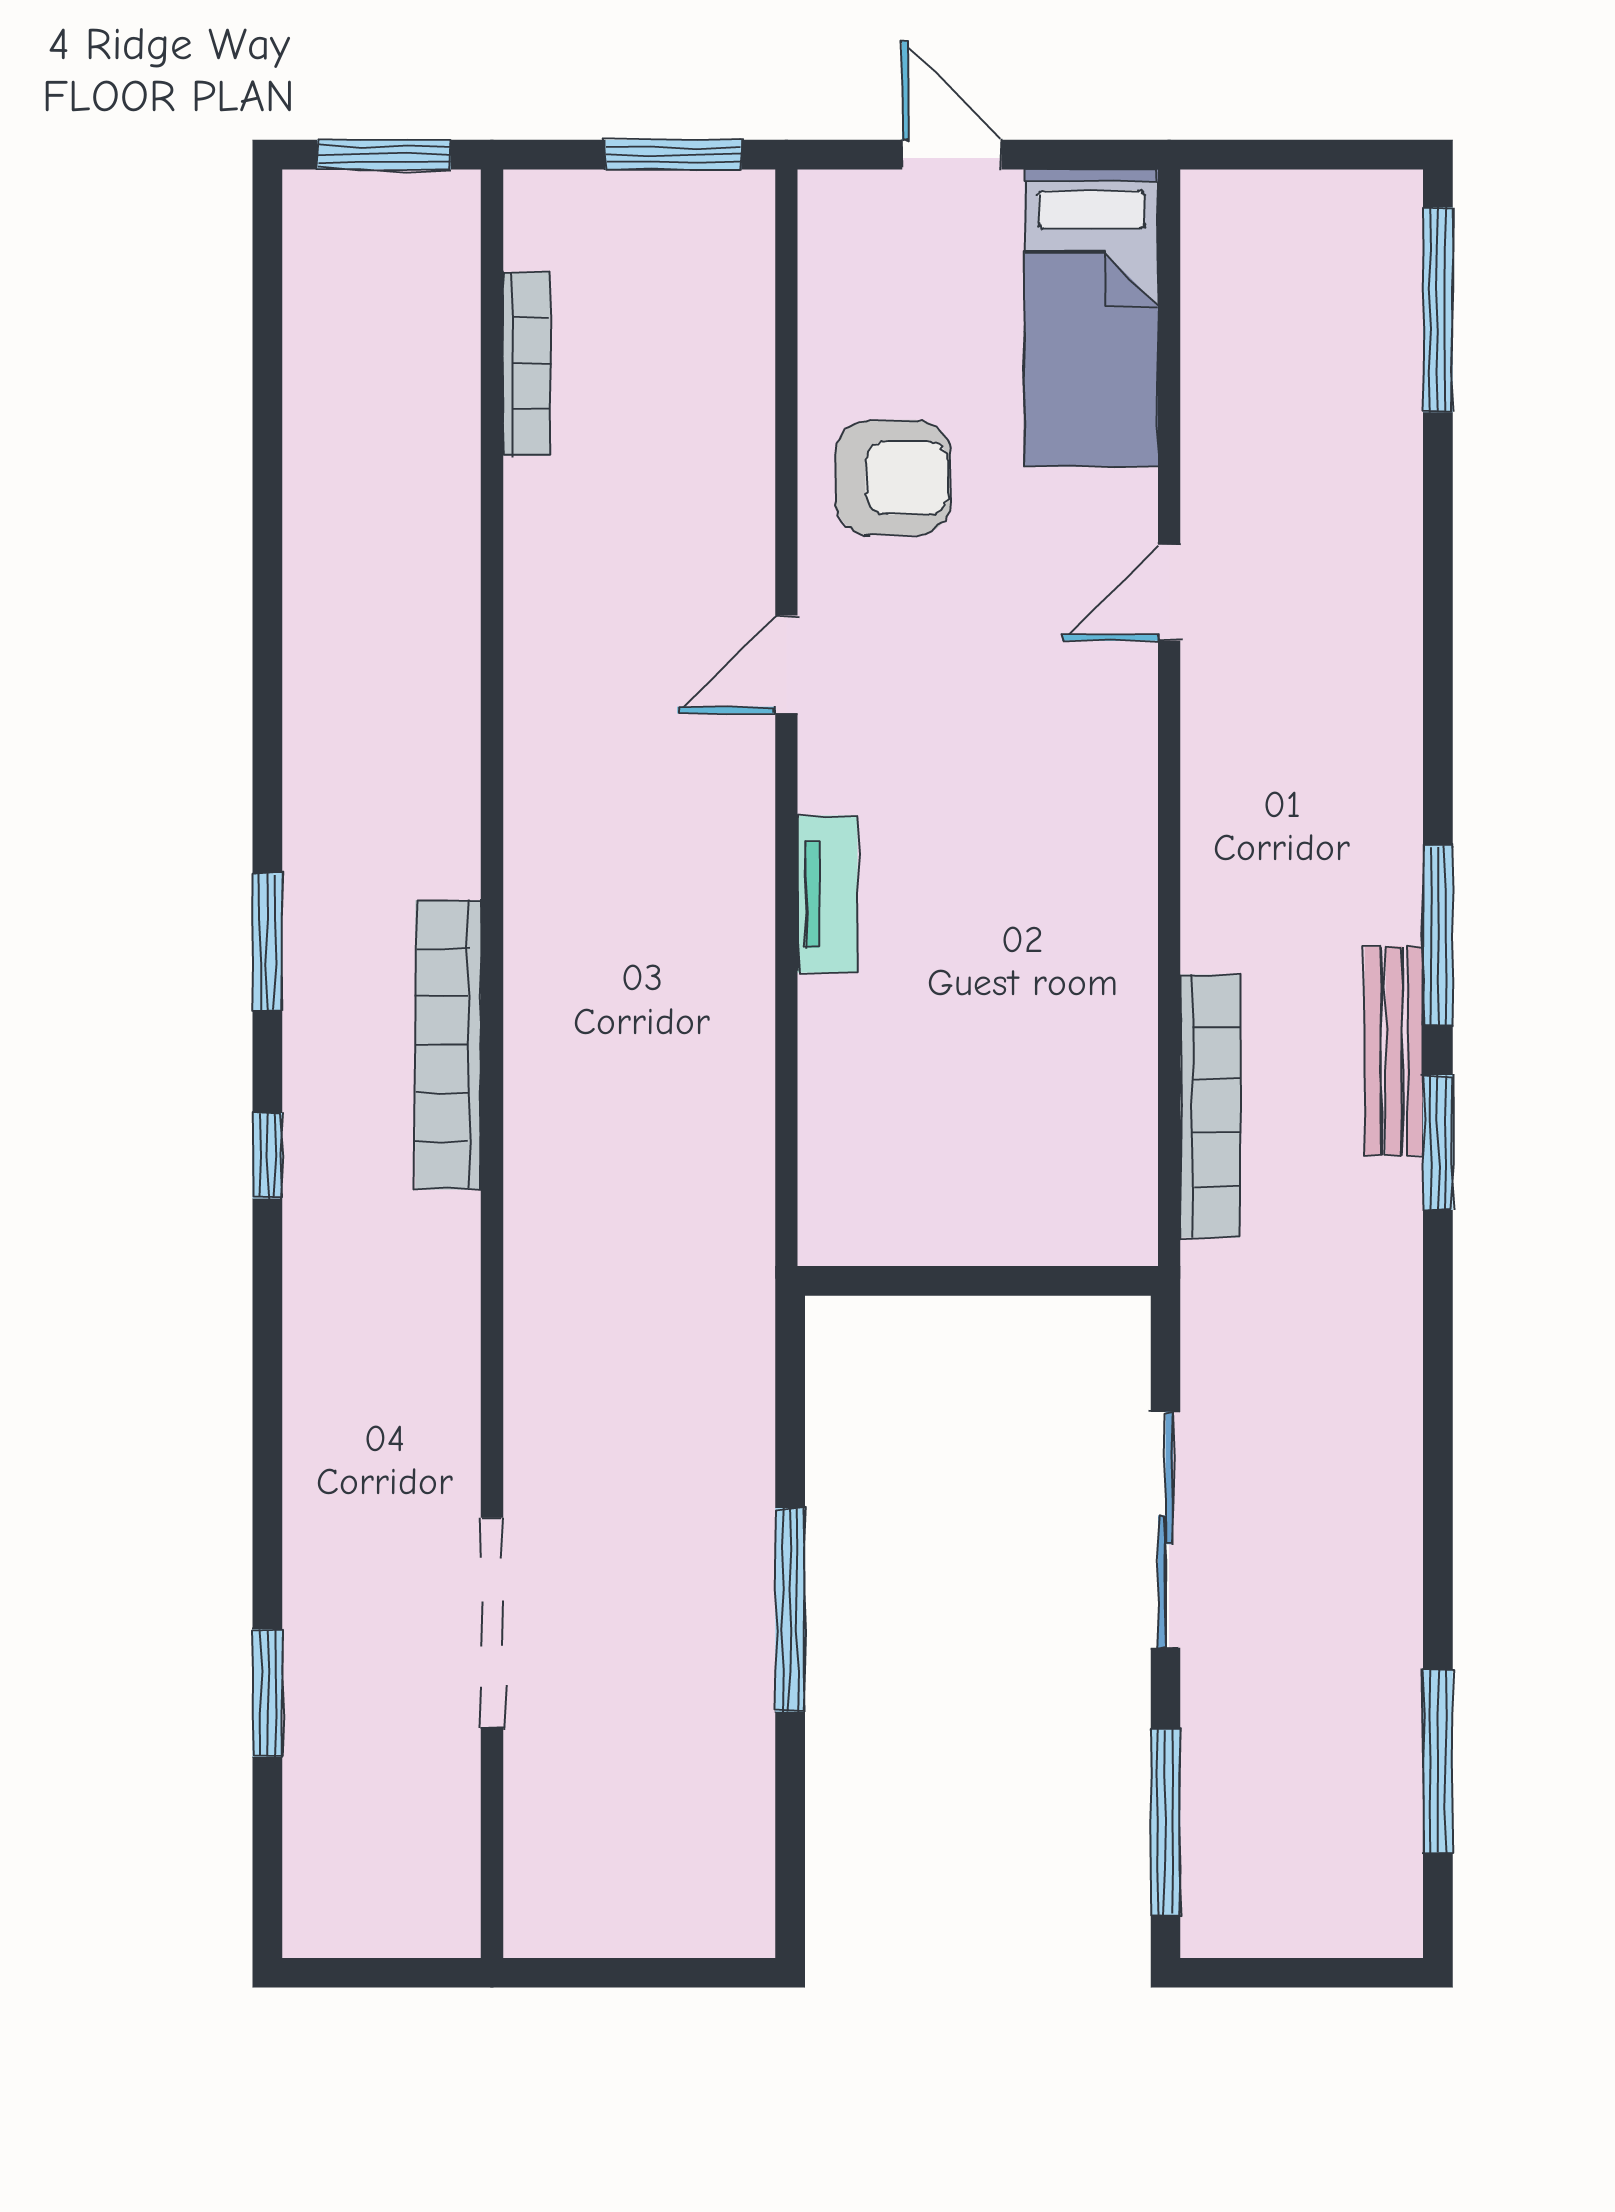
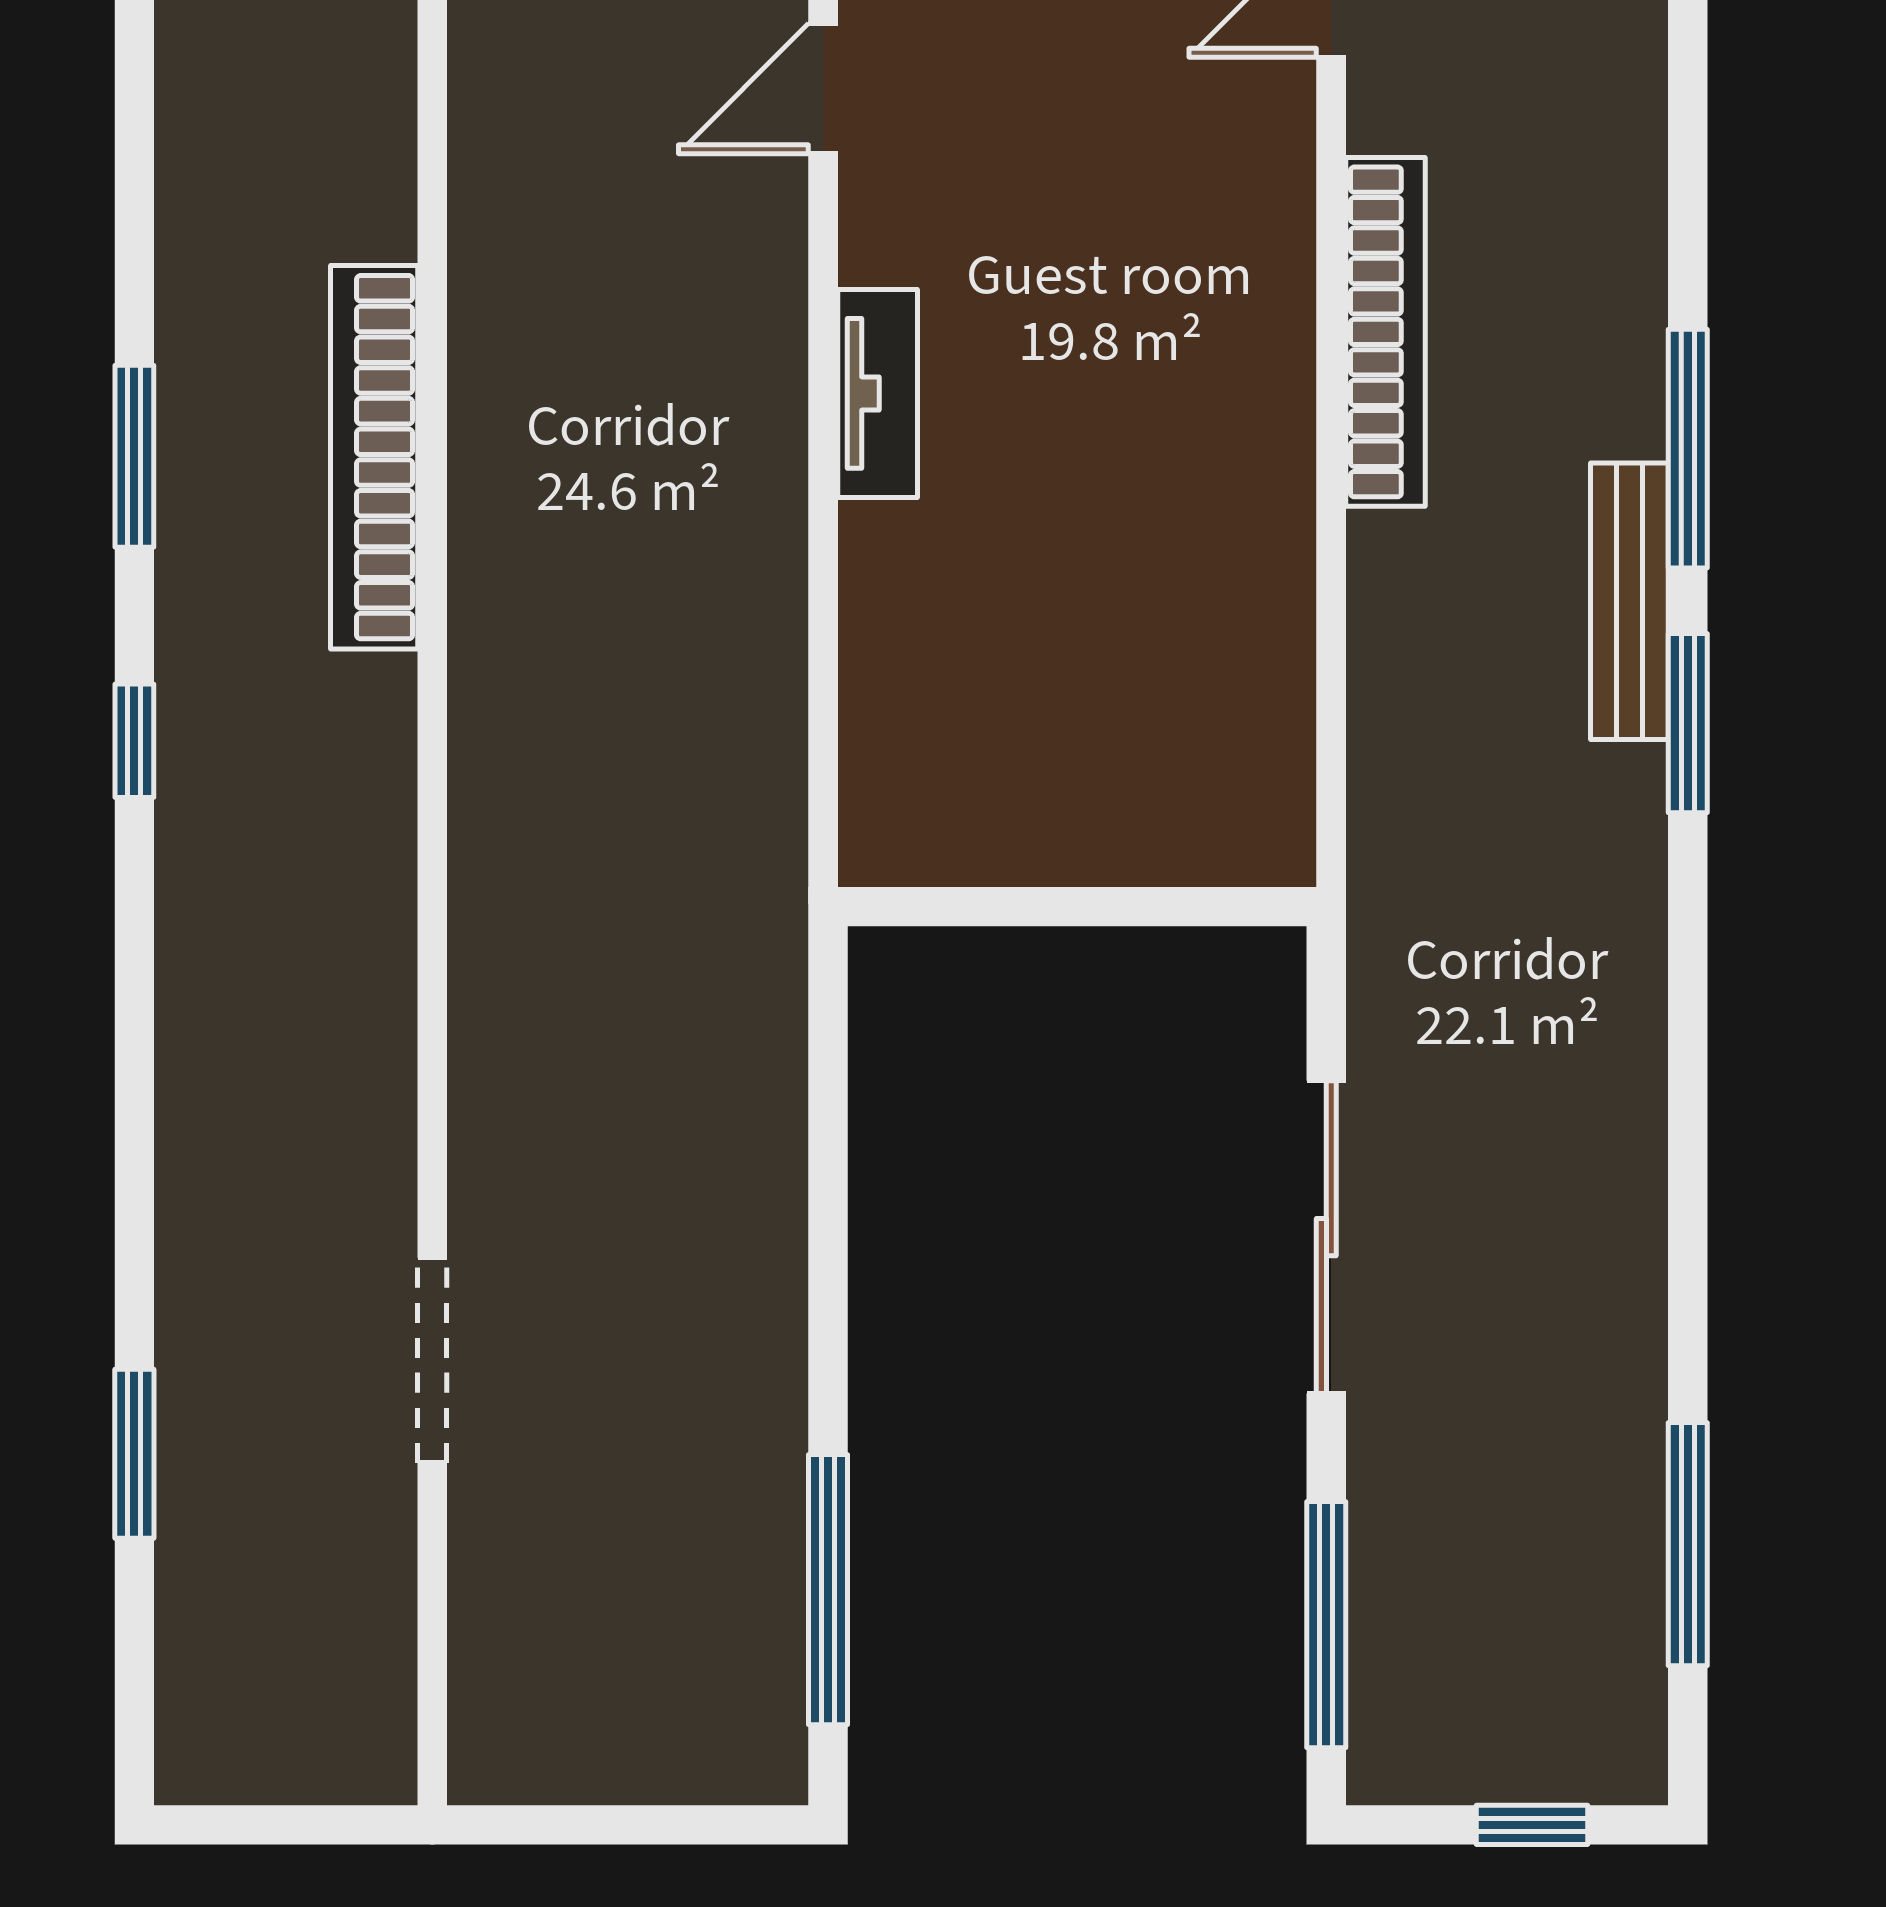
bookcase: (448, 1045) -> (374, 457), moved
bookcase: (1210, 1106) -> (1385, 332), moved
window: (790, 1610) -> (828, 1590), moved
doorway: (492, 1623) -> (432, 1360), width x0.73
window: (1320, 1973) -> (1532, 1825), added

